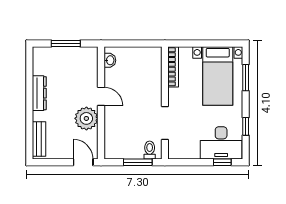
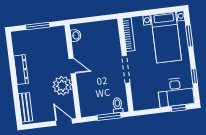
doorway: (165, 123) -> (126, 69), moved

